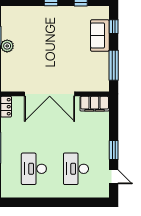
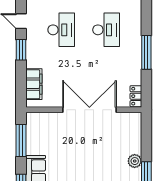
filing cabinet: (95, 104) -> (34, 84), moved, turned 90

